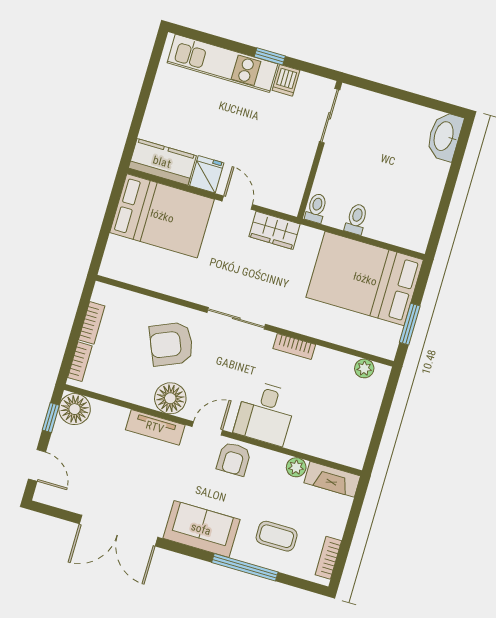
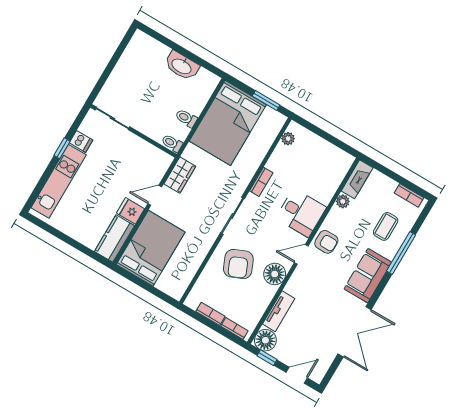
washbasin: (444, 136) -> (182, 66), moved
tv unit: (155, 427) -> (279, 311), moved
door: (207, 428) -> (301, 254), hinge flipped

